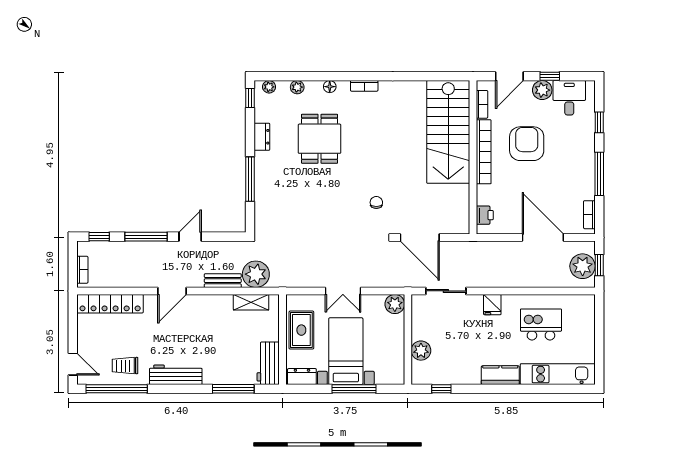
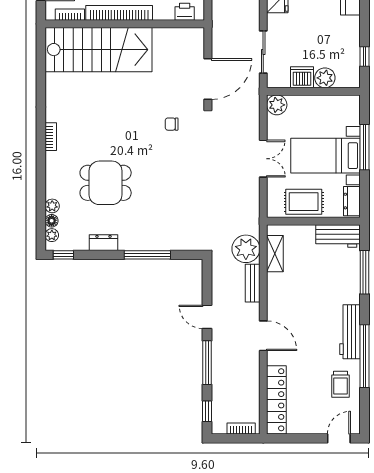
floor lamp: (330, 87) -> (52, 221), moved
dishwasher: (421, 329) -> (302, 77), added
window: (117, 389) -> (364, 356), moved

